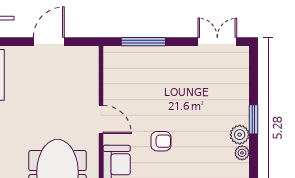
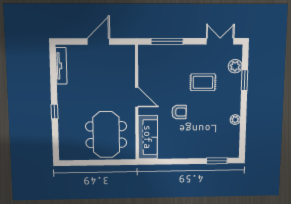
rug: (194, 99) -> (203, 82), added
window: (253, 119) -> (244, 80), moved
plant: (240, 135) -> (235, 66), moved

